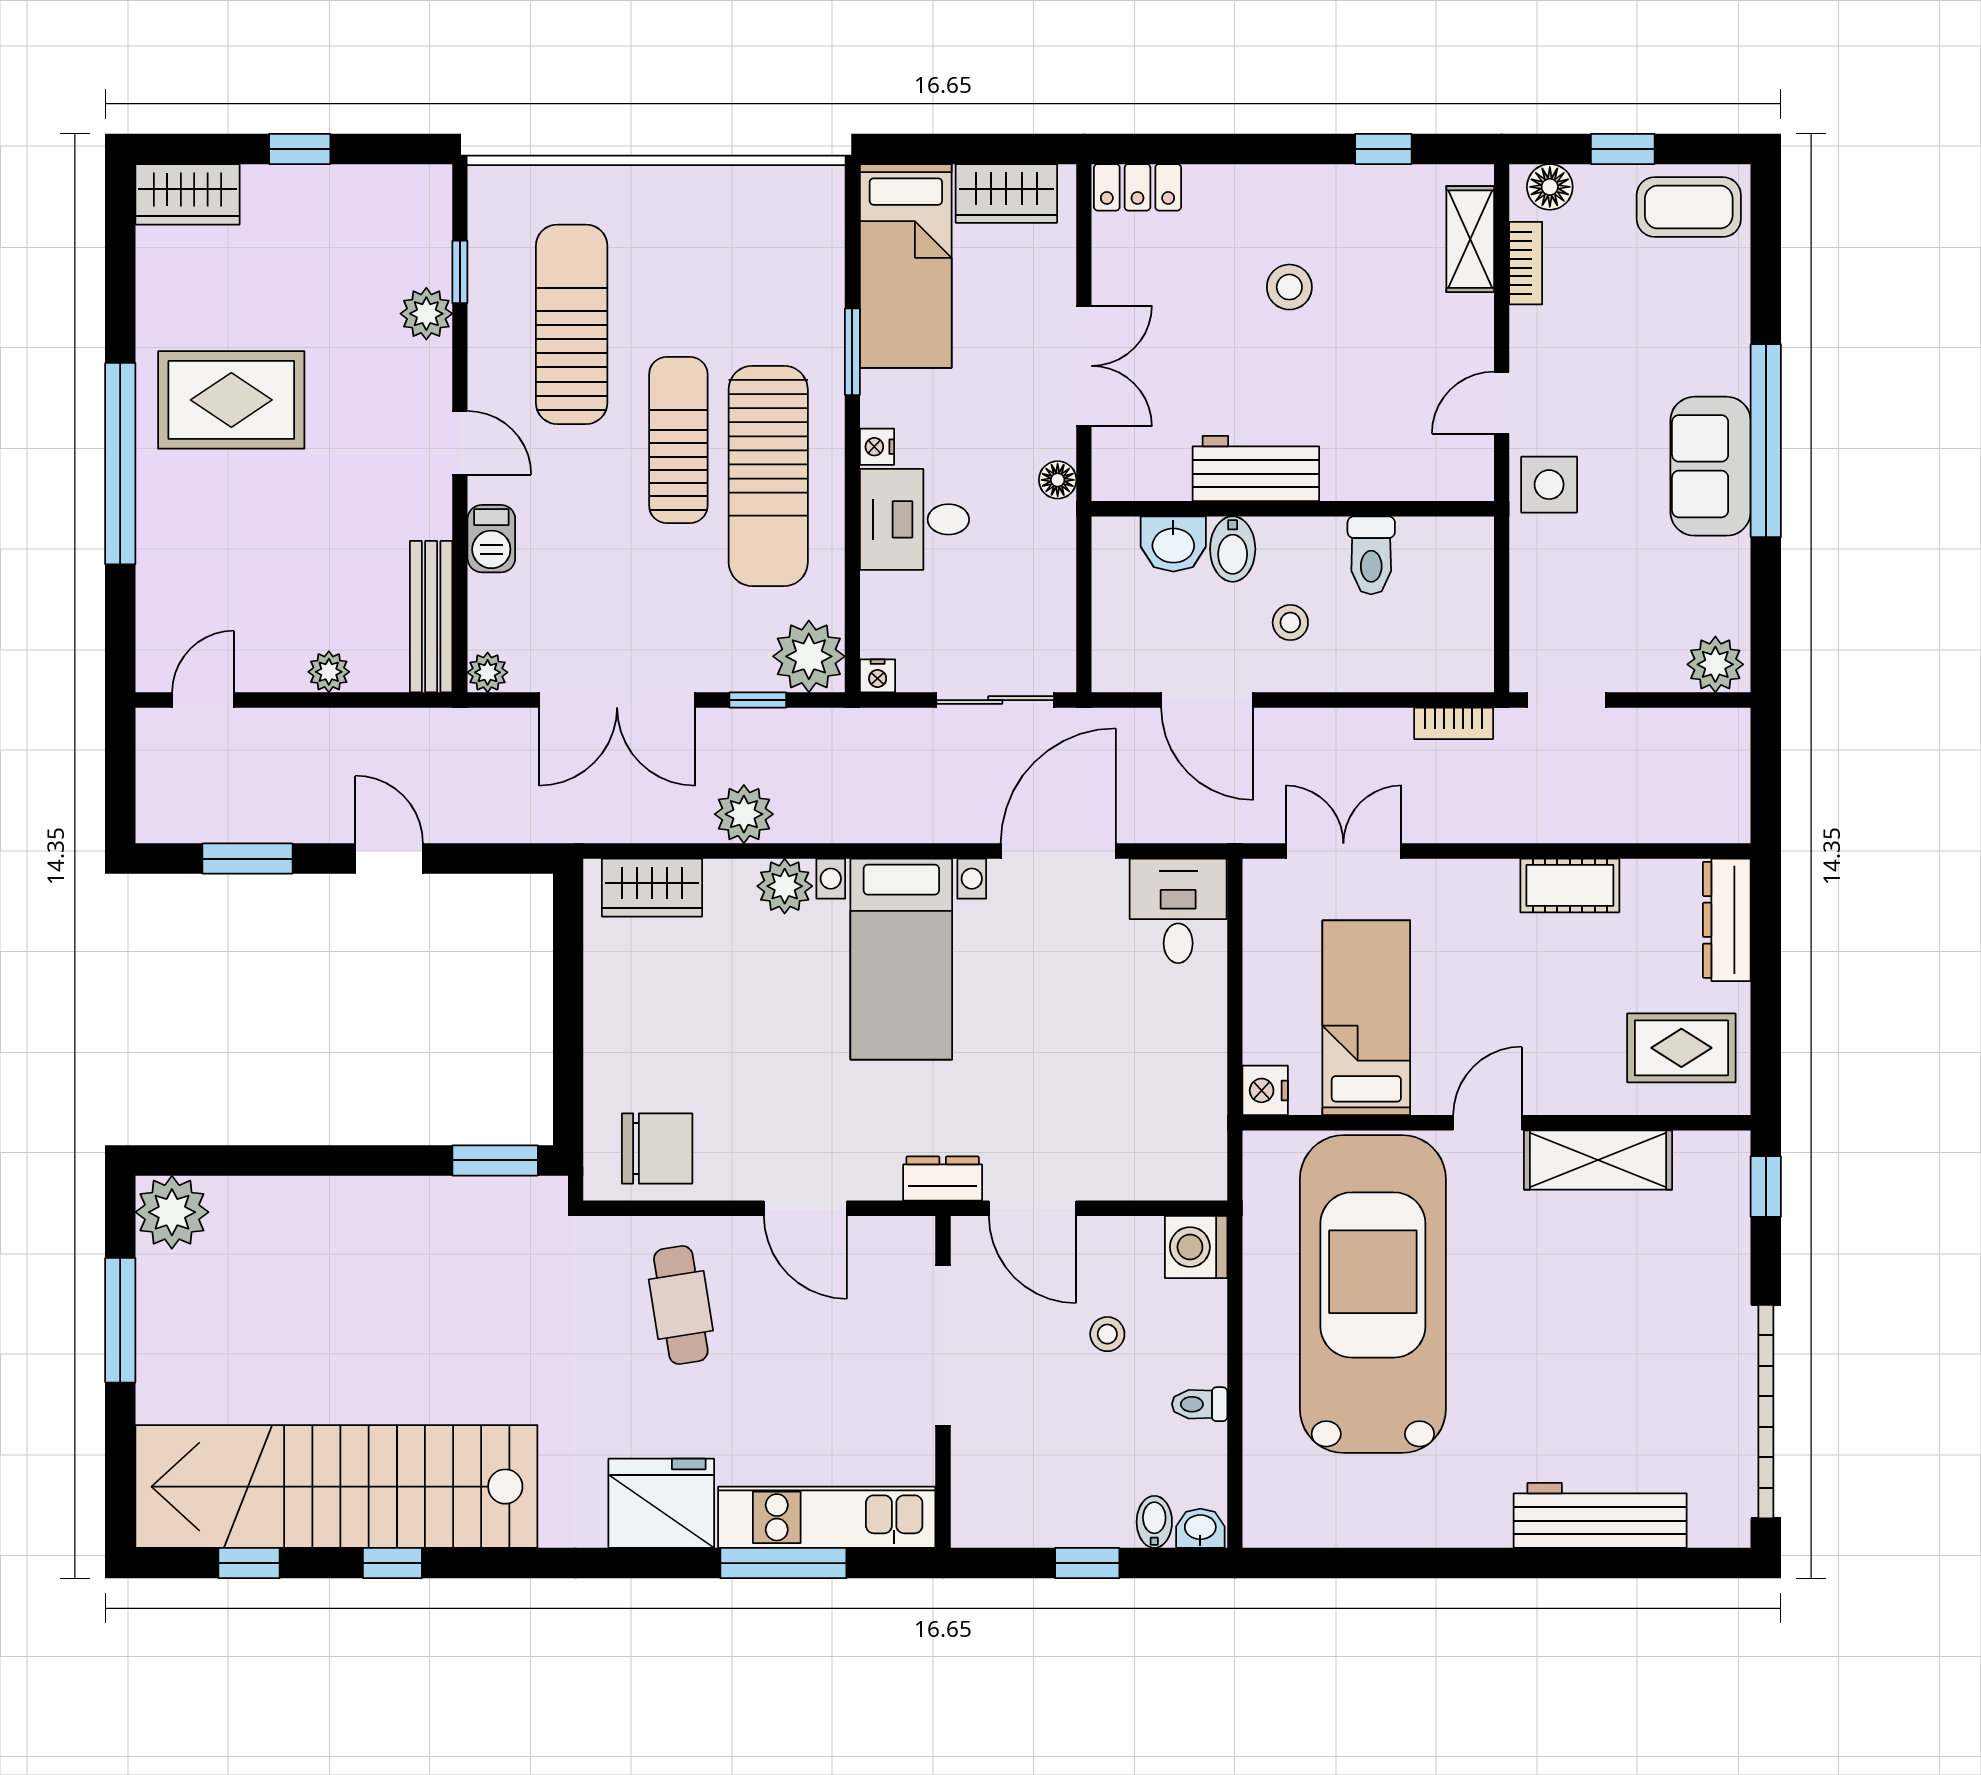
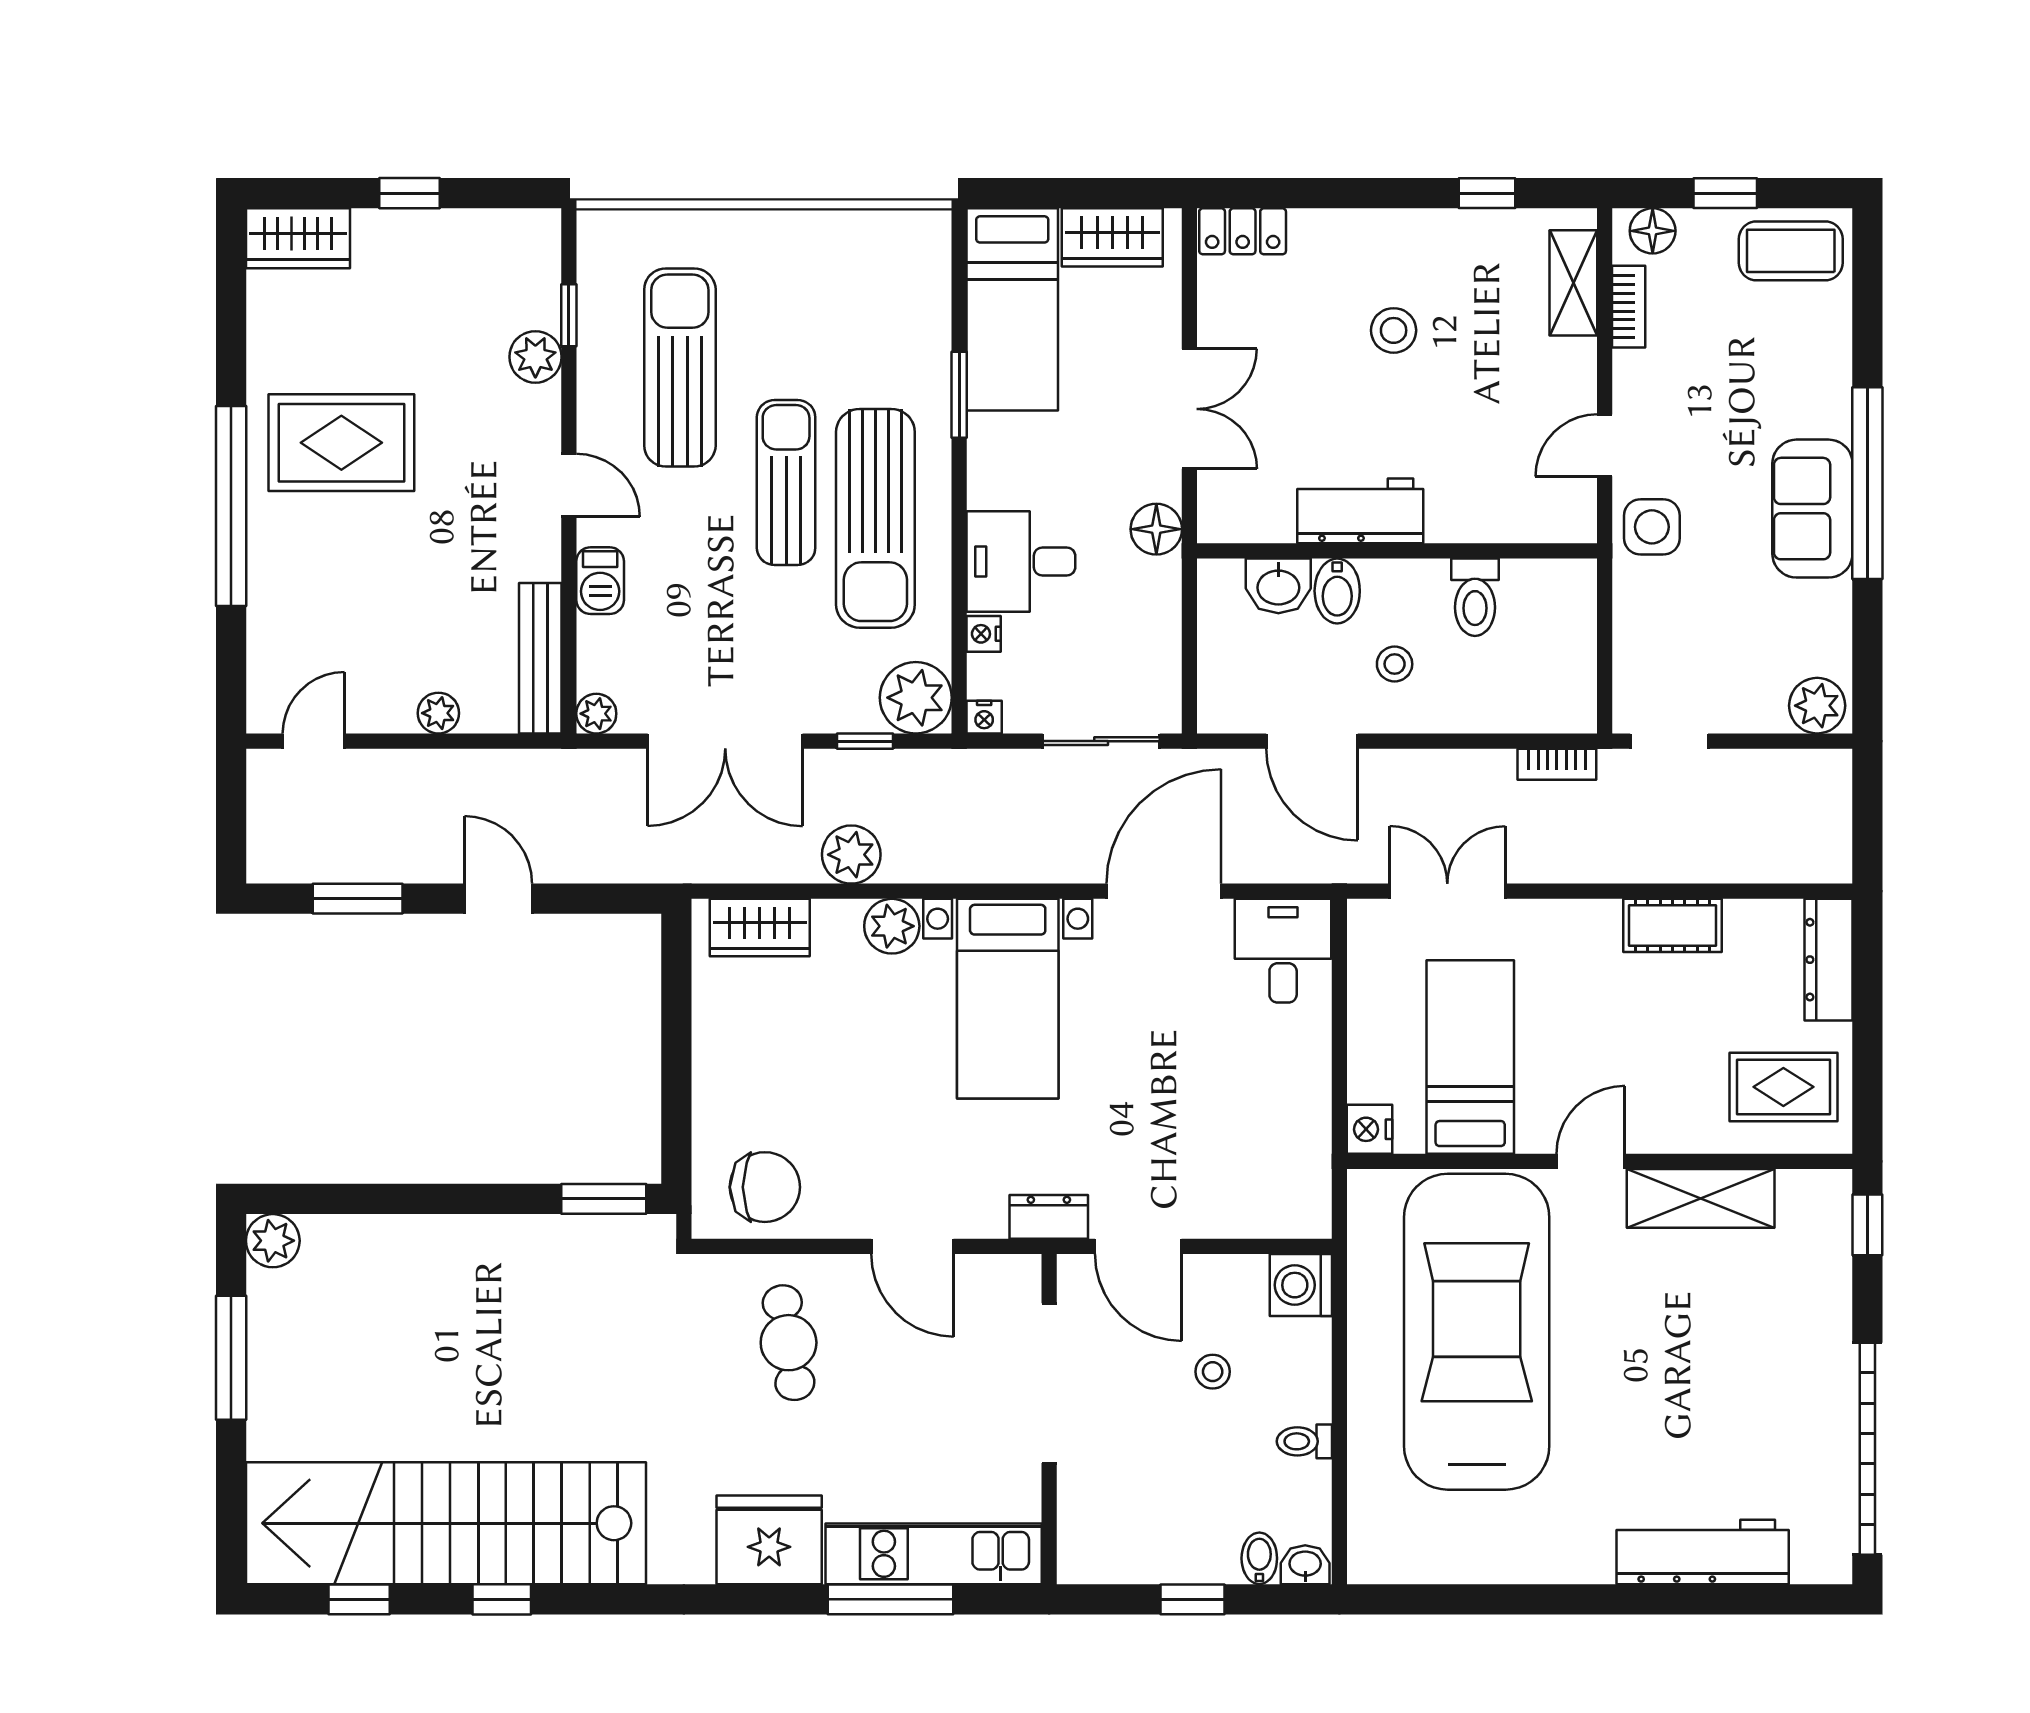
nightstand: (877, 447) -> (984, 634), moved
floor lamp: (1058, 480) -> (1156, 529), width x1.37, depth x1.37
plant: (172, 1212) -> (273, 1241), width x0.73, depth x0.73

